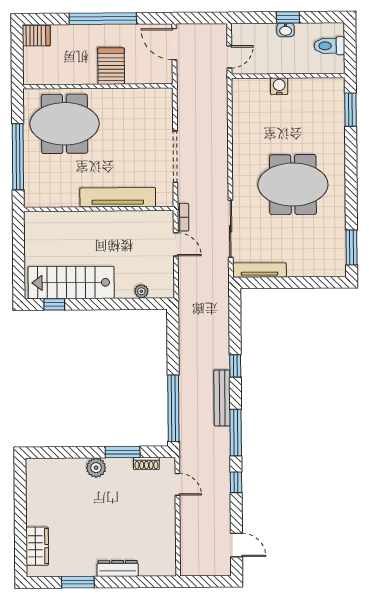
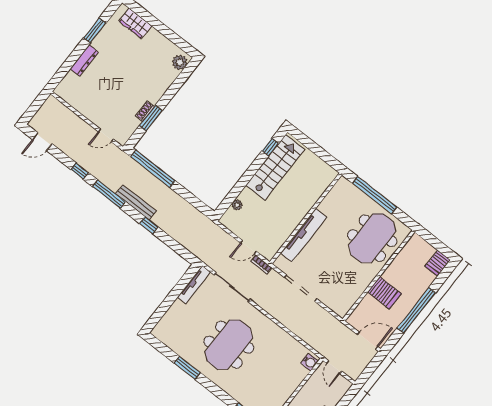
water cooler: (279, 86) -> (310, 362), moved
window: (351, 247) -> (187, 368), moved
shoe rack: (146, 464) -> (145, 111), moved
plant: (96, 468) -> (180, 62), moved

